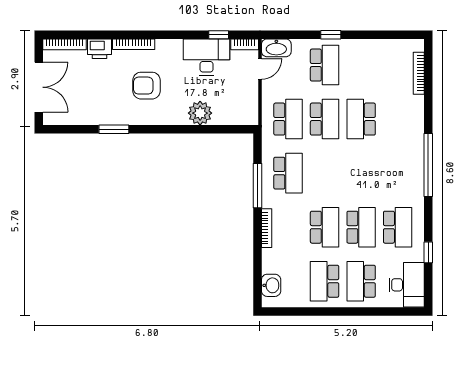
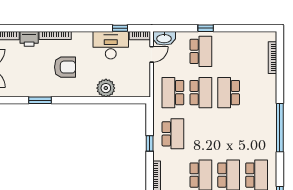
armchair: (147, 86) -> (65, 67), turned 180
school desk: (288, 119) -> (173, 93), turned 180
window: (257, 186) -> (150, 143), width x0.46

